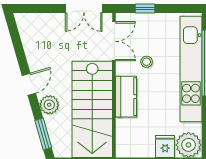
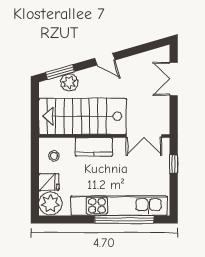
double door: (84, 8) -> (174, 79), moved
stool: (147, 62) -> (54, 156), moved
plant: (49, 105) -> (69, 82), moved

